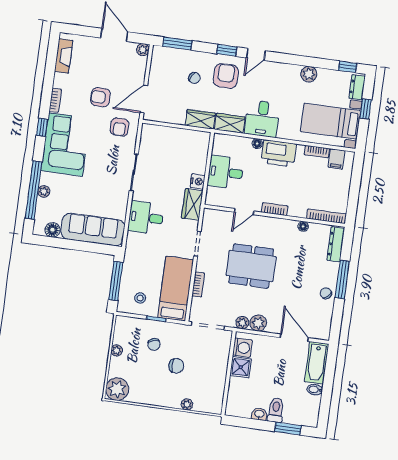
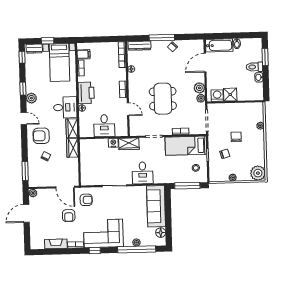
window: (227, 50) -> (23, 89), moved
fireplace: (64, 56) -> (56, 244), moved
plant: (309, 74) -> (31, 98), moved

